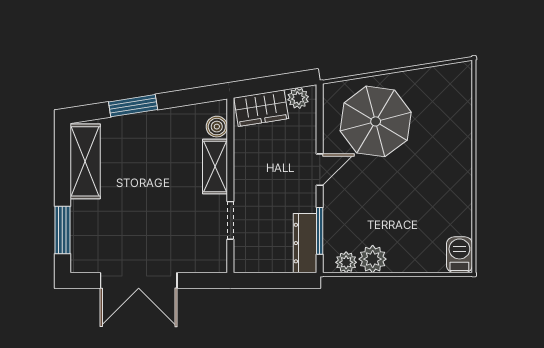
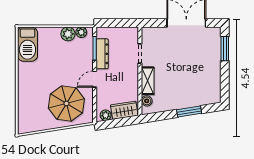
shelving: (85, 161) -> (213, 83), removed
dresser: (305, 243) -> (102, 54), moved
barbecue: (459, 255) -> (27, 44), width x1.88, depth x1.53

